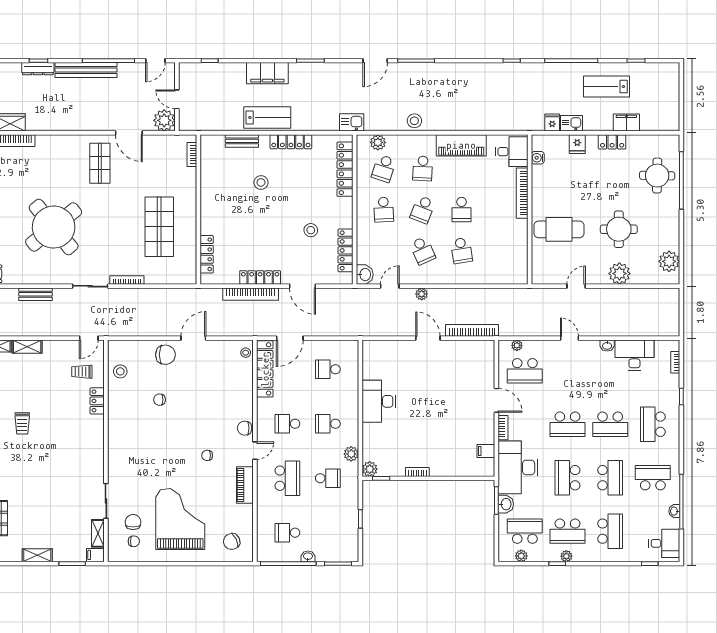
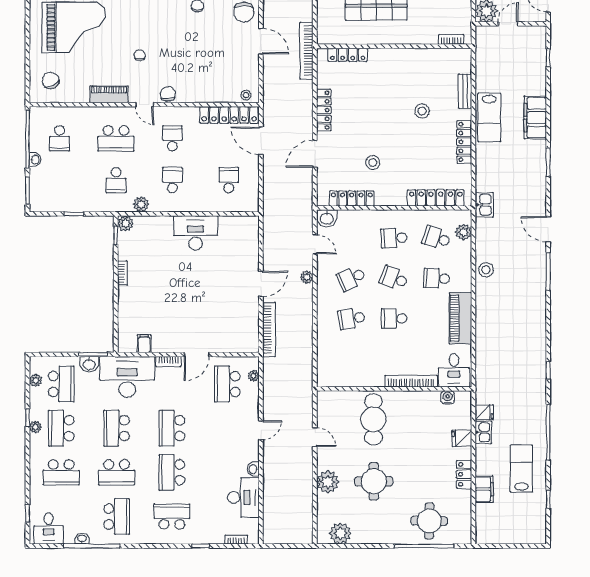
bookcase: (251, 294) -> (306, 51), moved
school desk: (567, 478) -> (117, 428), turned -90
school desk: (287, 533) -> (60, 138), turned 180

